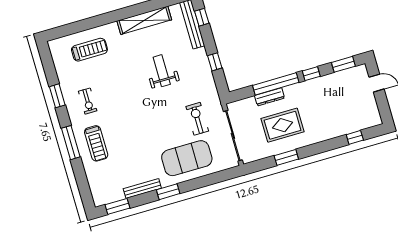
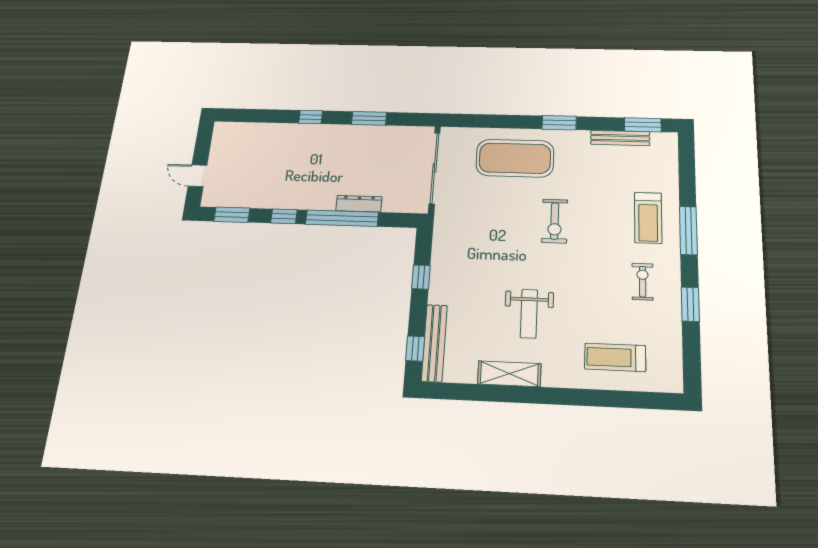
shelving: (144, 20) -> (509, 374), width x0.68
weight bench: (162, 71) -> (529, 314), moved
exercise bike: (197, 119) -> (555, 221), moved
rug: (283, 125) -> (356, 161), removed
window: (355, 137) -> (311, 117), moved
treadmill: (96, 143) -> (648, 218), turned 180
bench: (142, 188) -> (620, 138), moved

